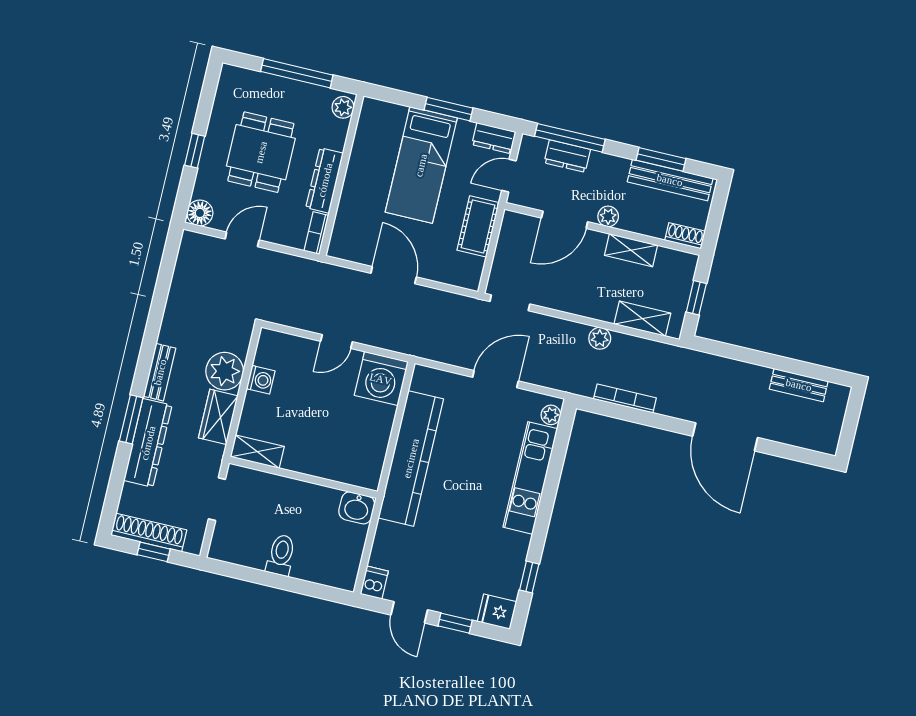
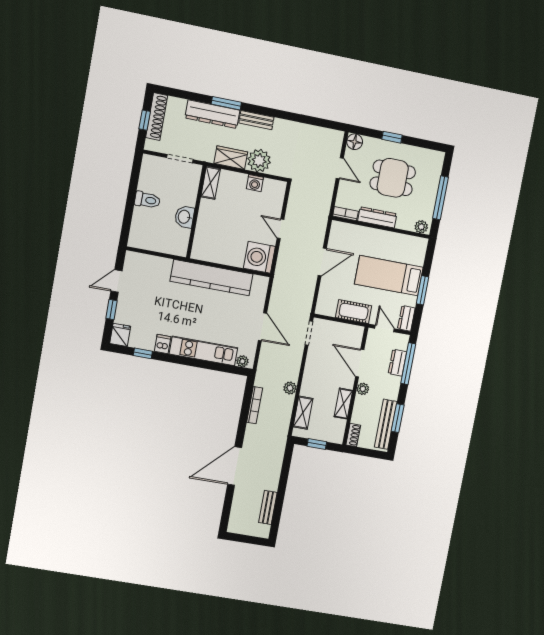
washbasin: (357, 508) -> (184, 217), moved
dishwasher: (374, 583) -> (163, 344), moved, turned -90

